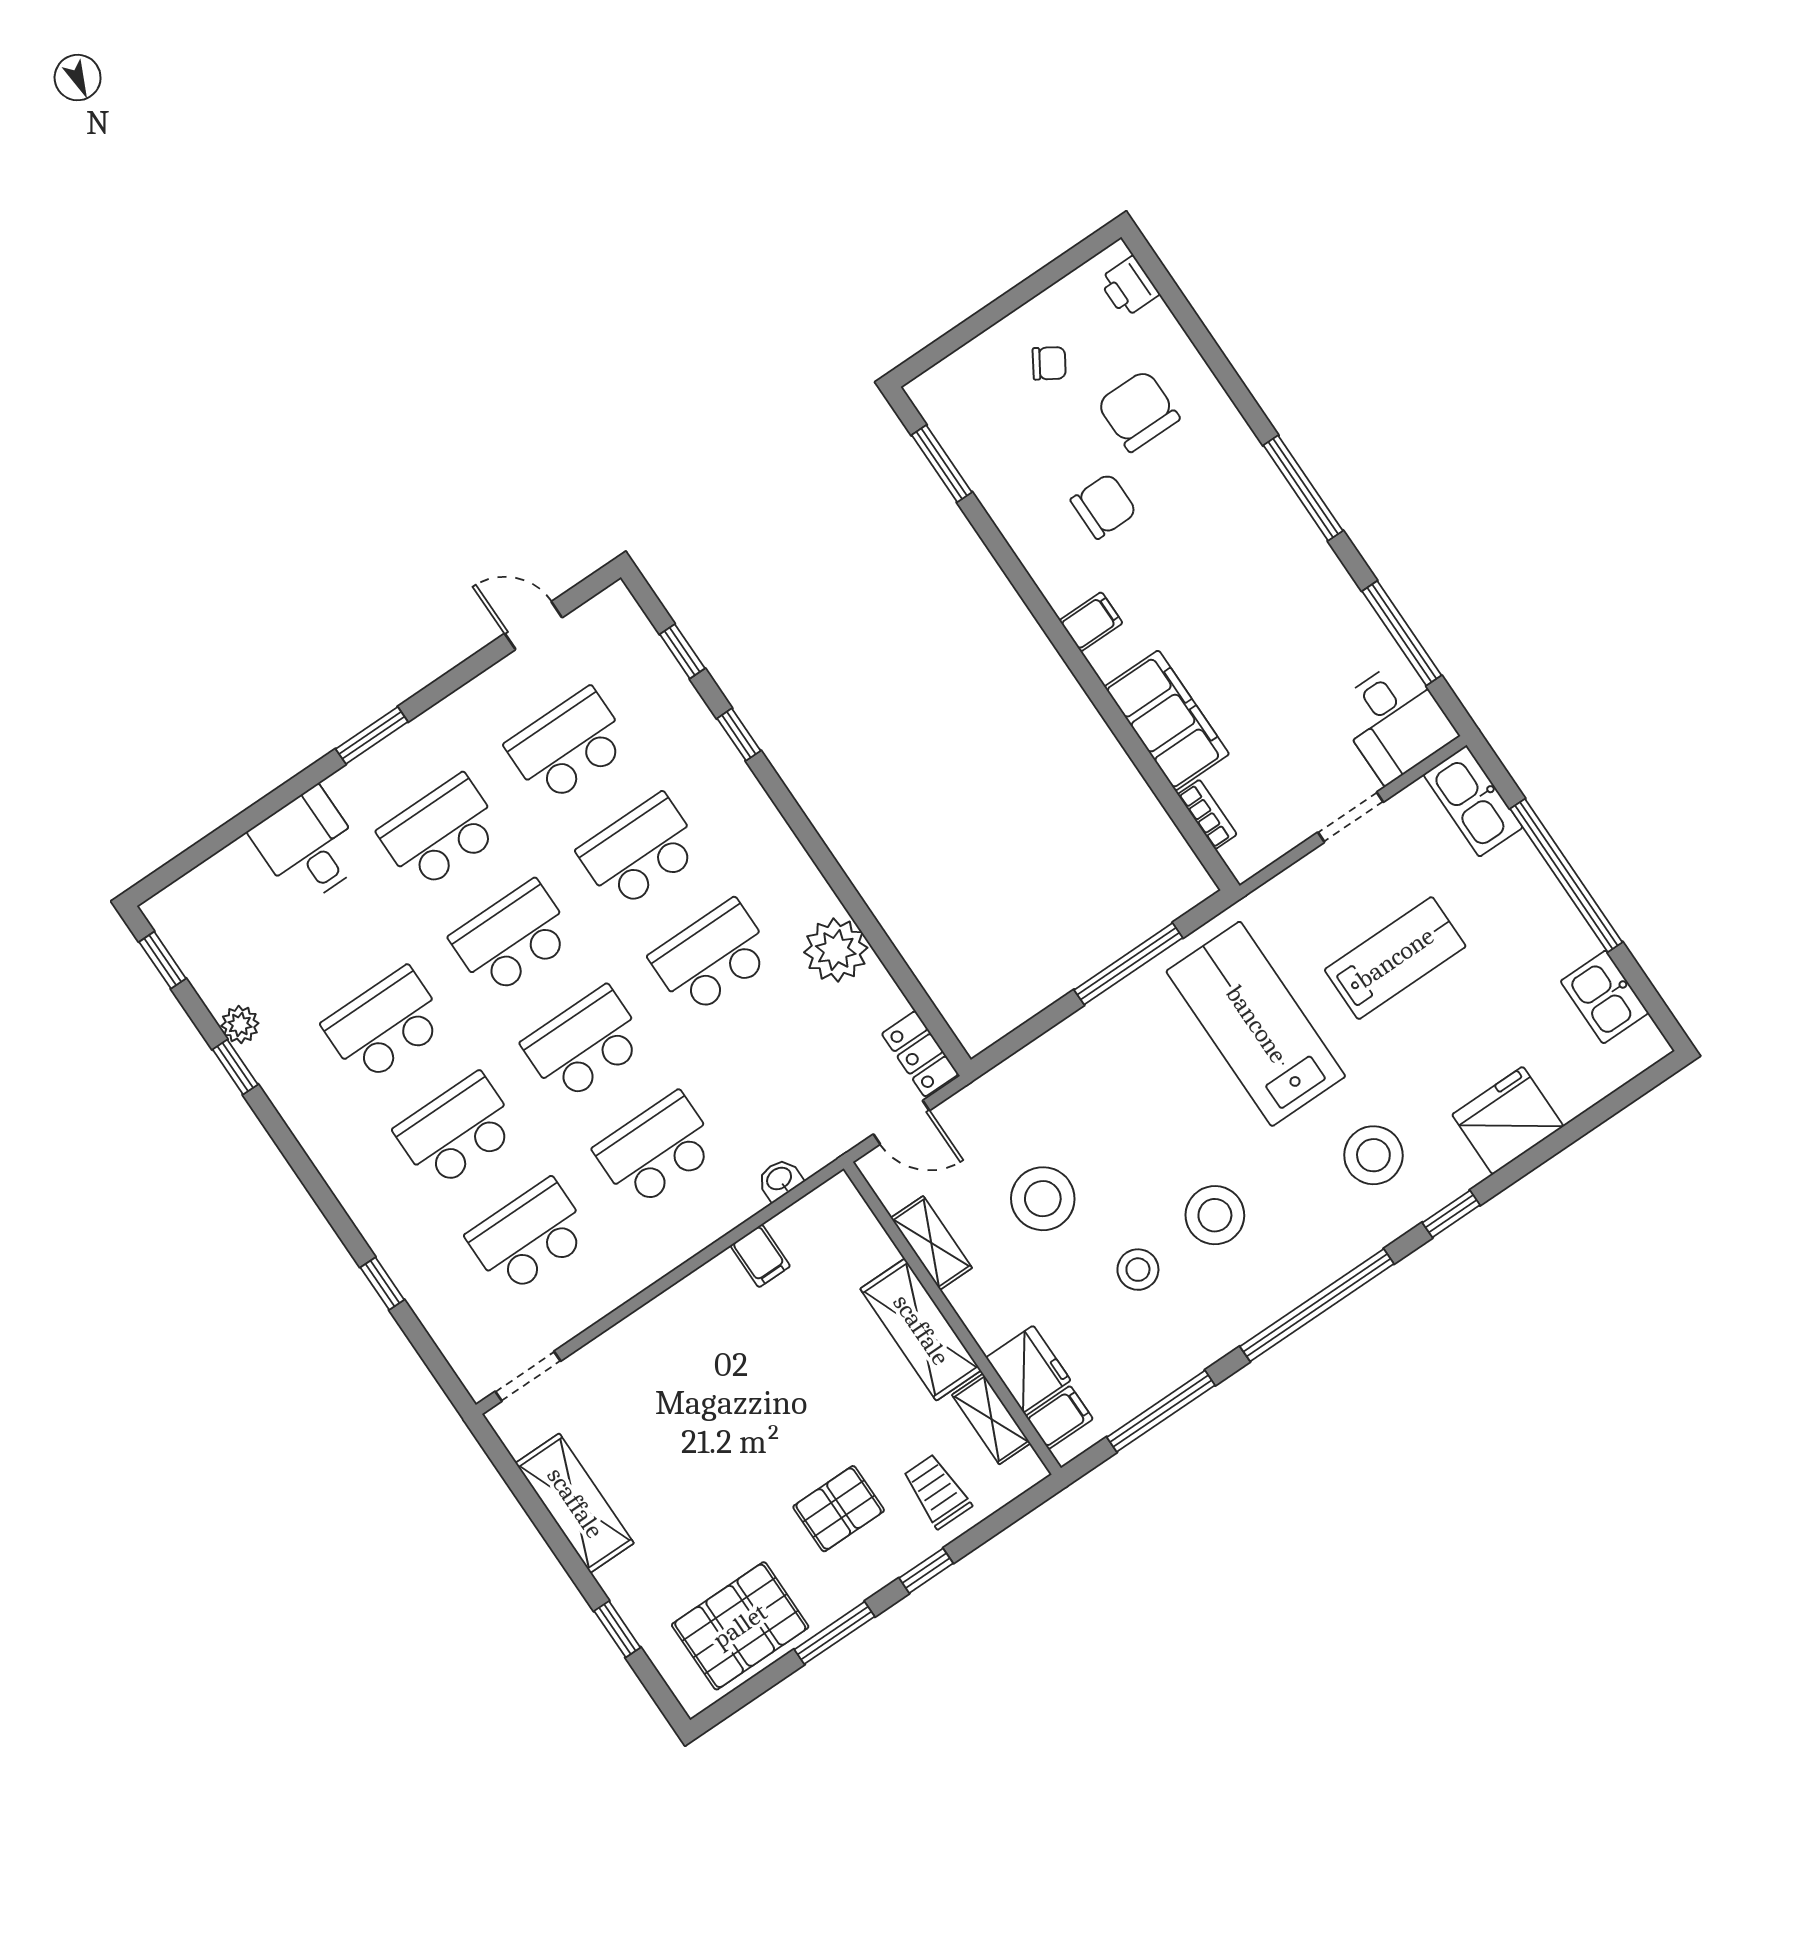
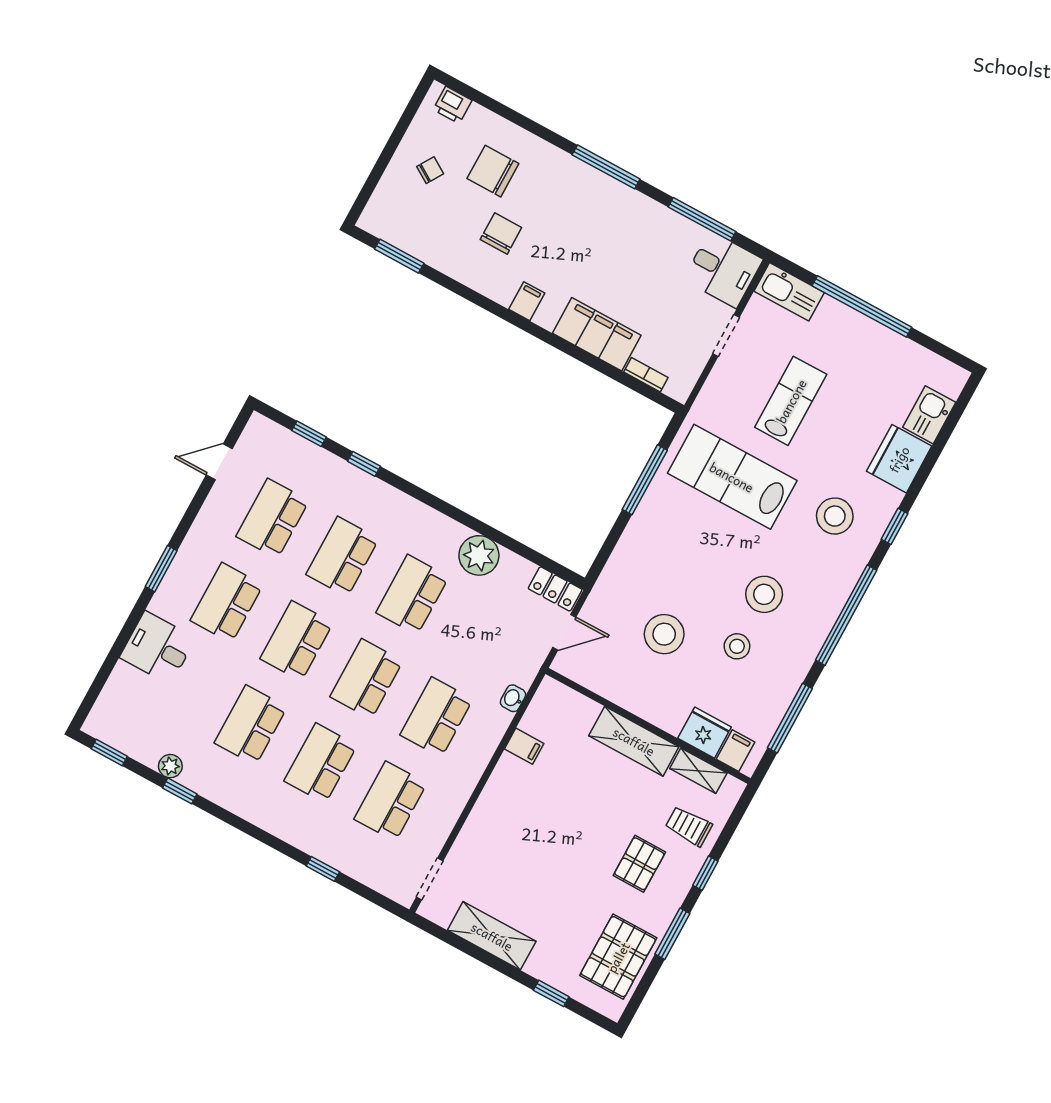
kitchen sink: (1605, 997) -> (929, 415), moved, turned 90
shelving: (931, 1243) -> (615, 690), removed

